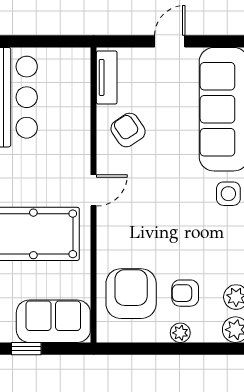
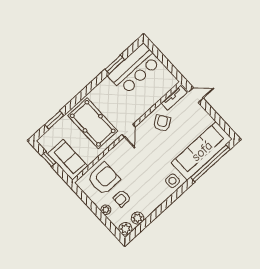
door: (170, 41) -> (196, 95), moved
door: (94, 190) -> (129, 131), hinge flipped
armchair: (185, 293) -> (122, 198), turned -90

